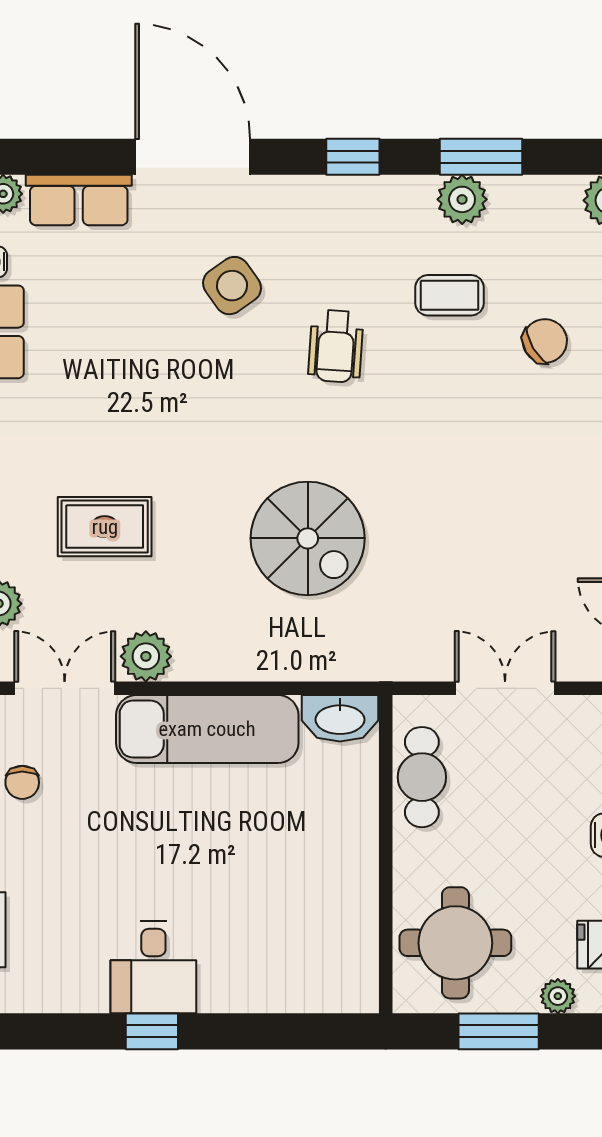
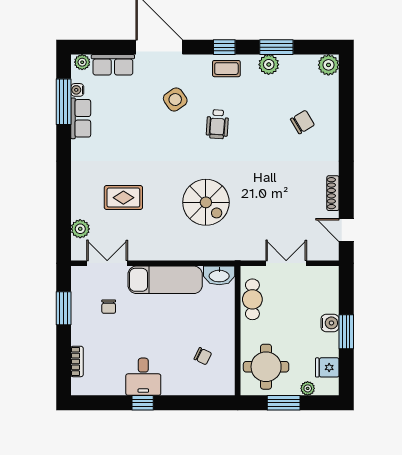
coffee table: (449, 295) -> (226, 69), moved
plant: (146, 656) -> (140, 250), removed
chair: (22, 782) -> (109, 307), moved
chair: (300, 917) -> (203, 356), added

